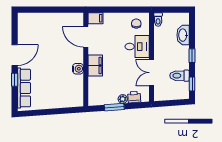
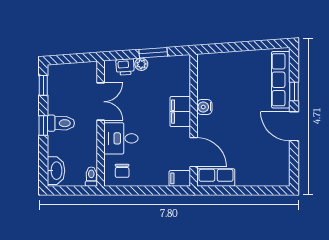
row of seats: (70, 19) -> (216, 177), added
washbasin: (183, 35) -> (56, 171), moved
door: (15, 55) -> (294, 126), hinge flipped
toilet: (180, 76) -> (61, 123), moved

